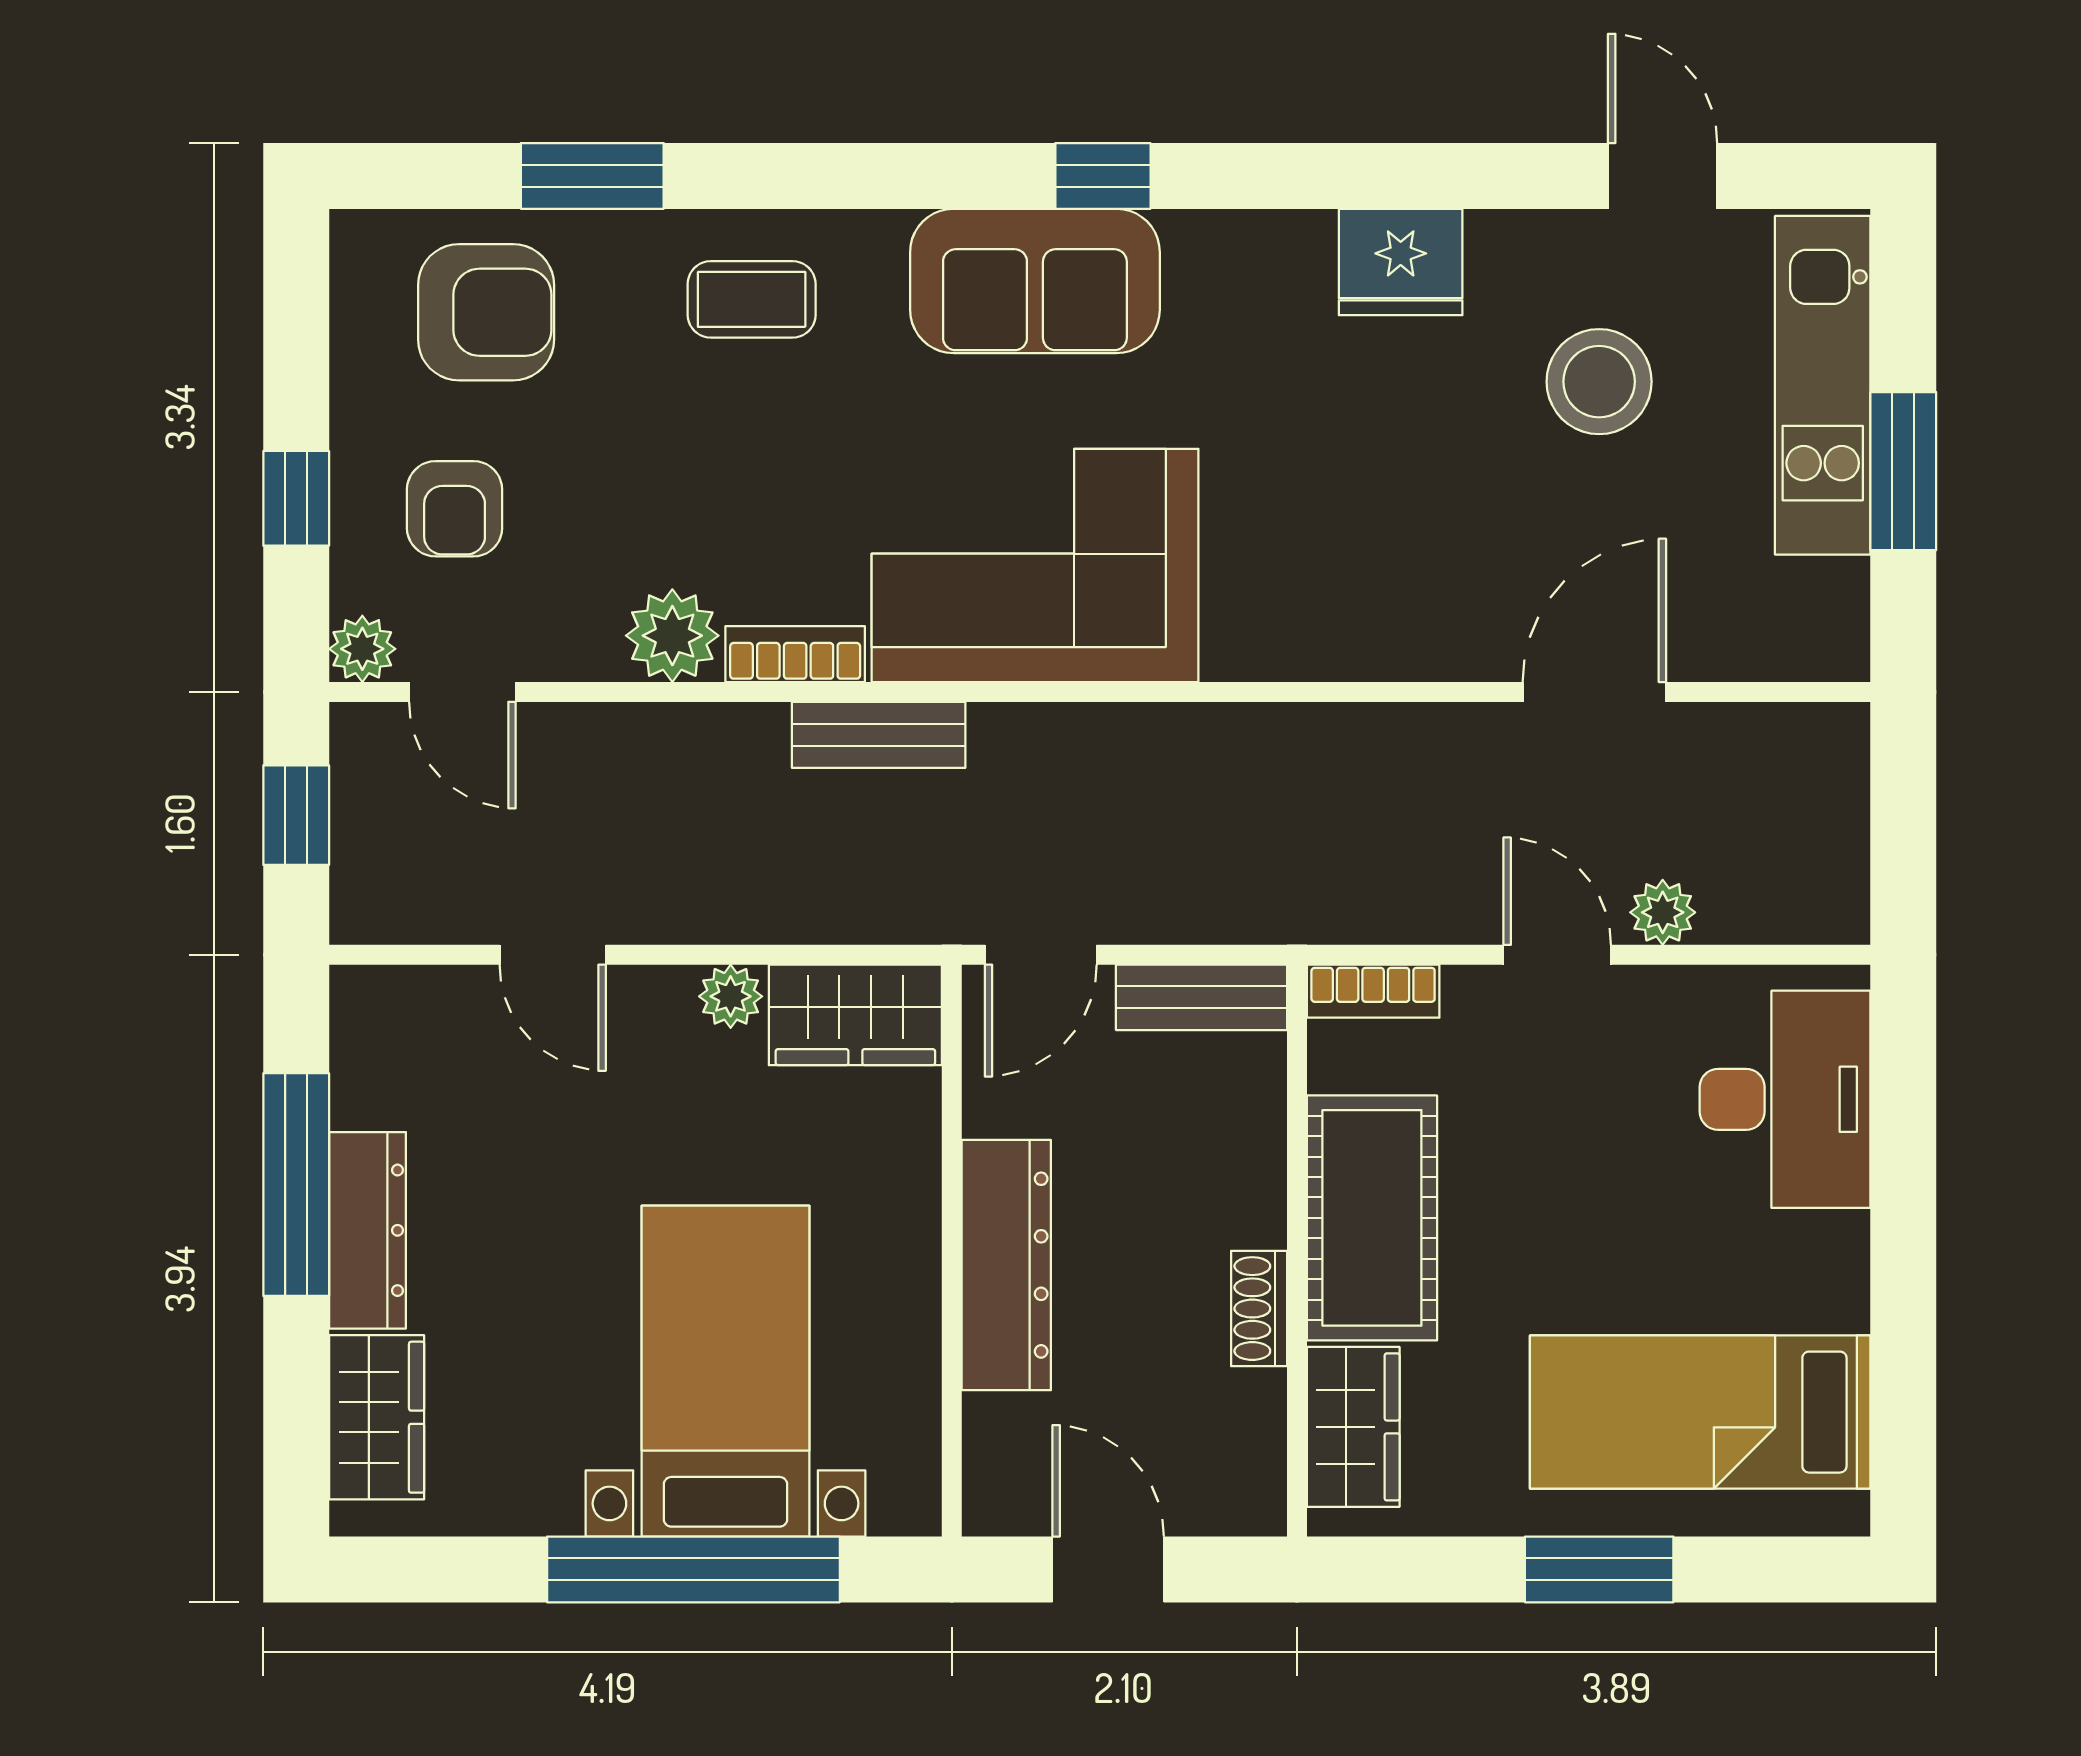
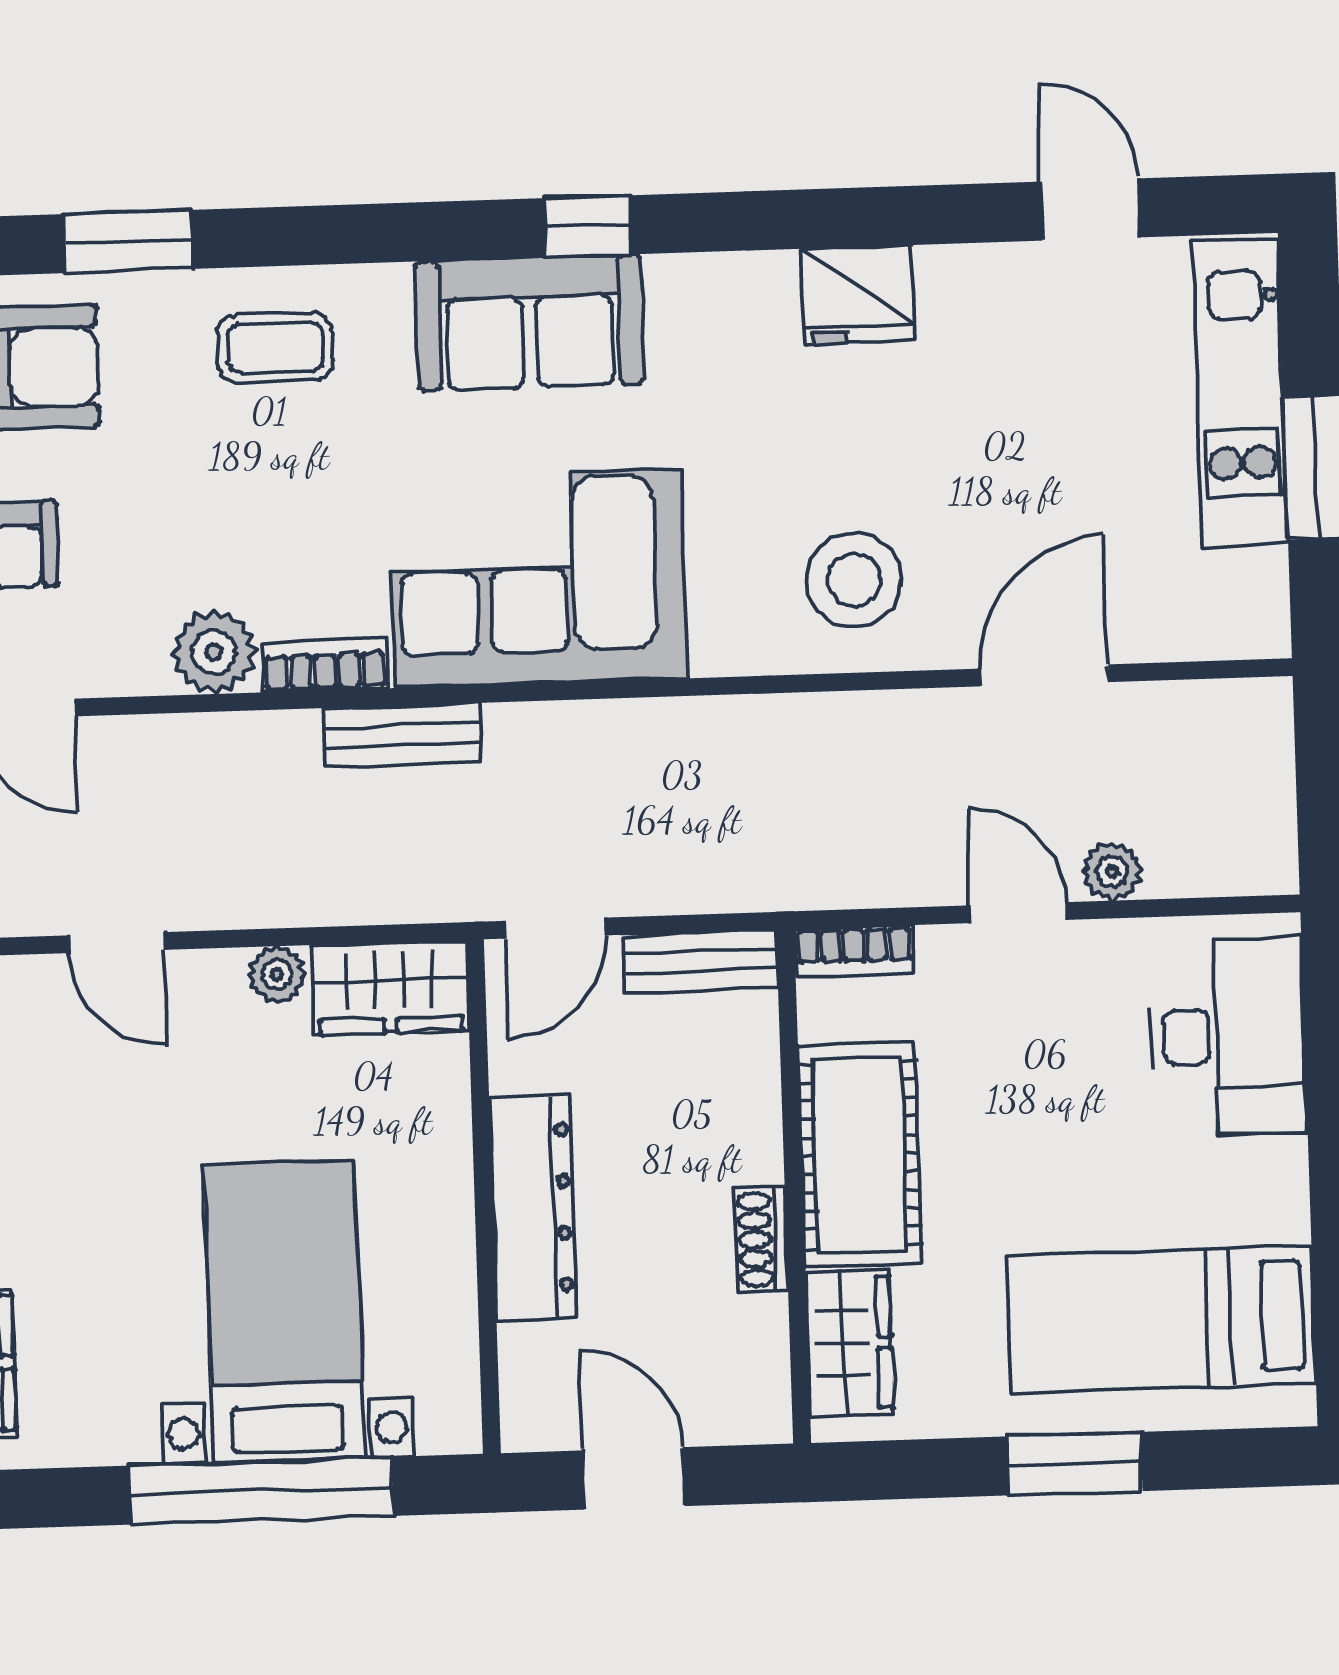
stool: (1599, 382) -> (854, 580), moved

